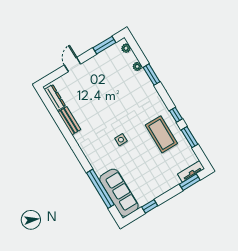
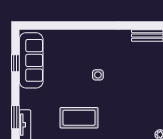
window: (100, 189) -> (62, 26), removed
sofa: (119, 193) -> (31, 60), moved, turned -90

